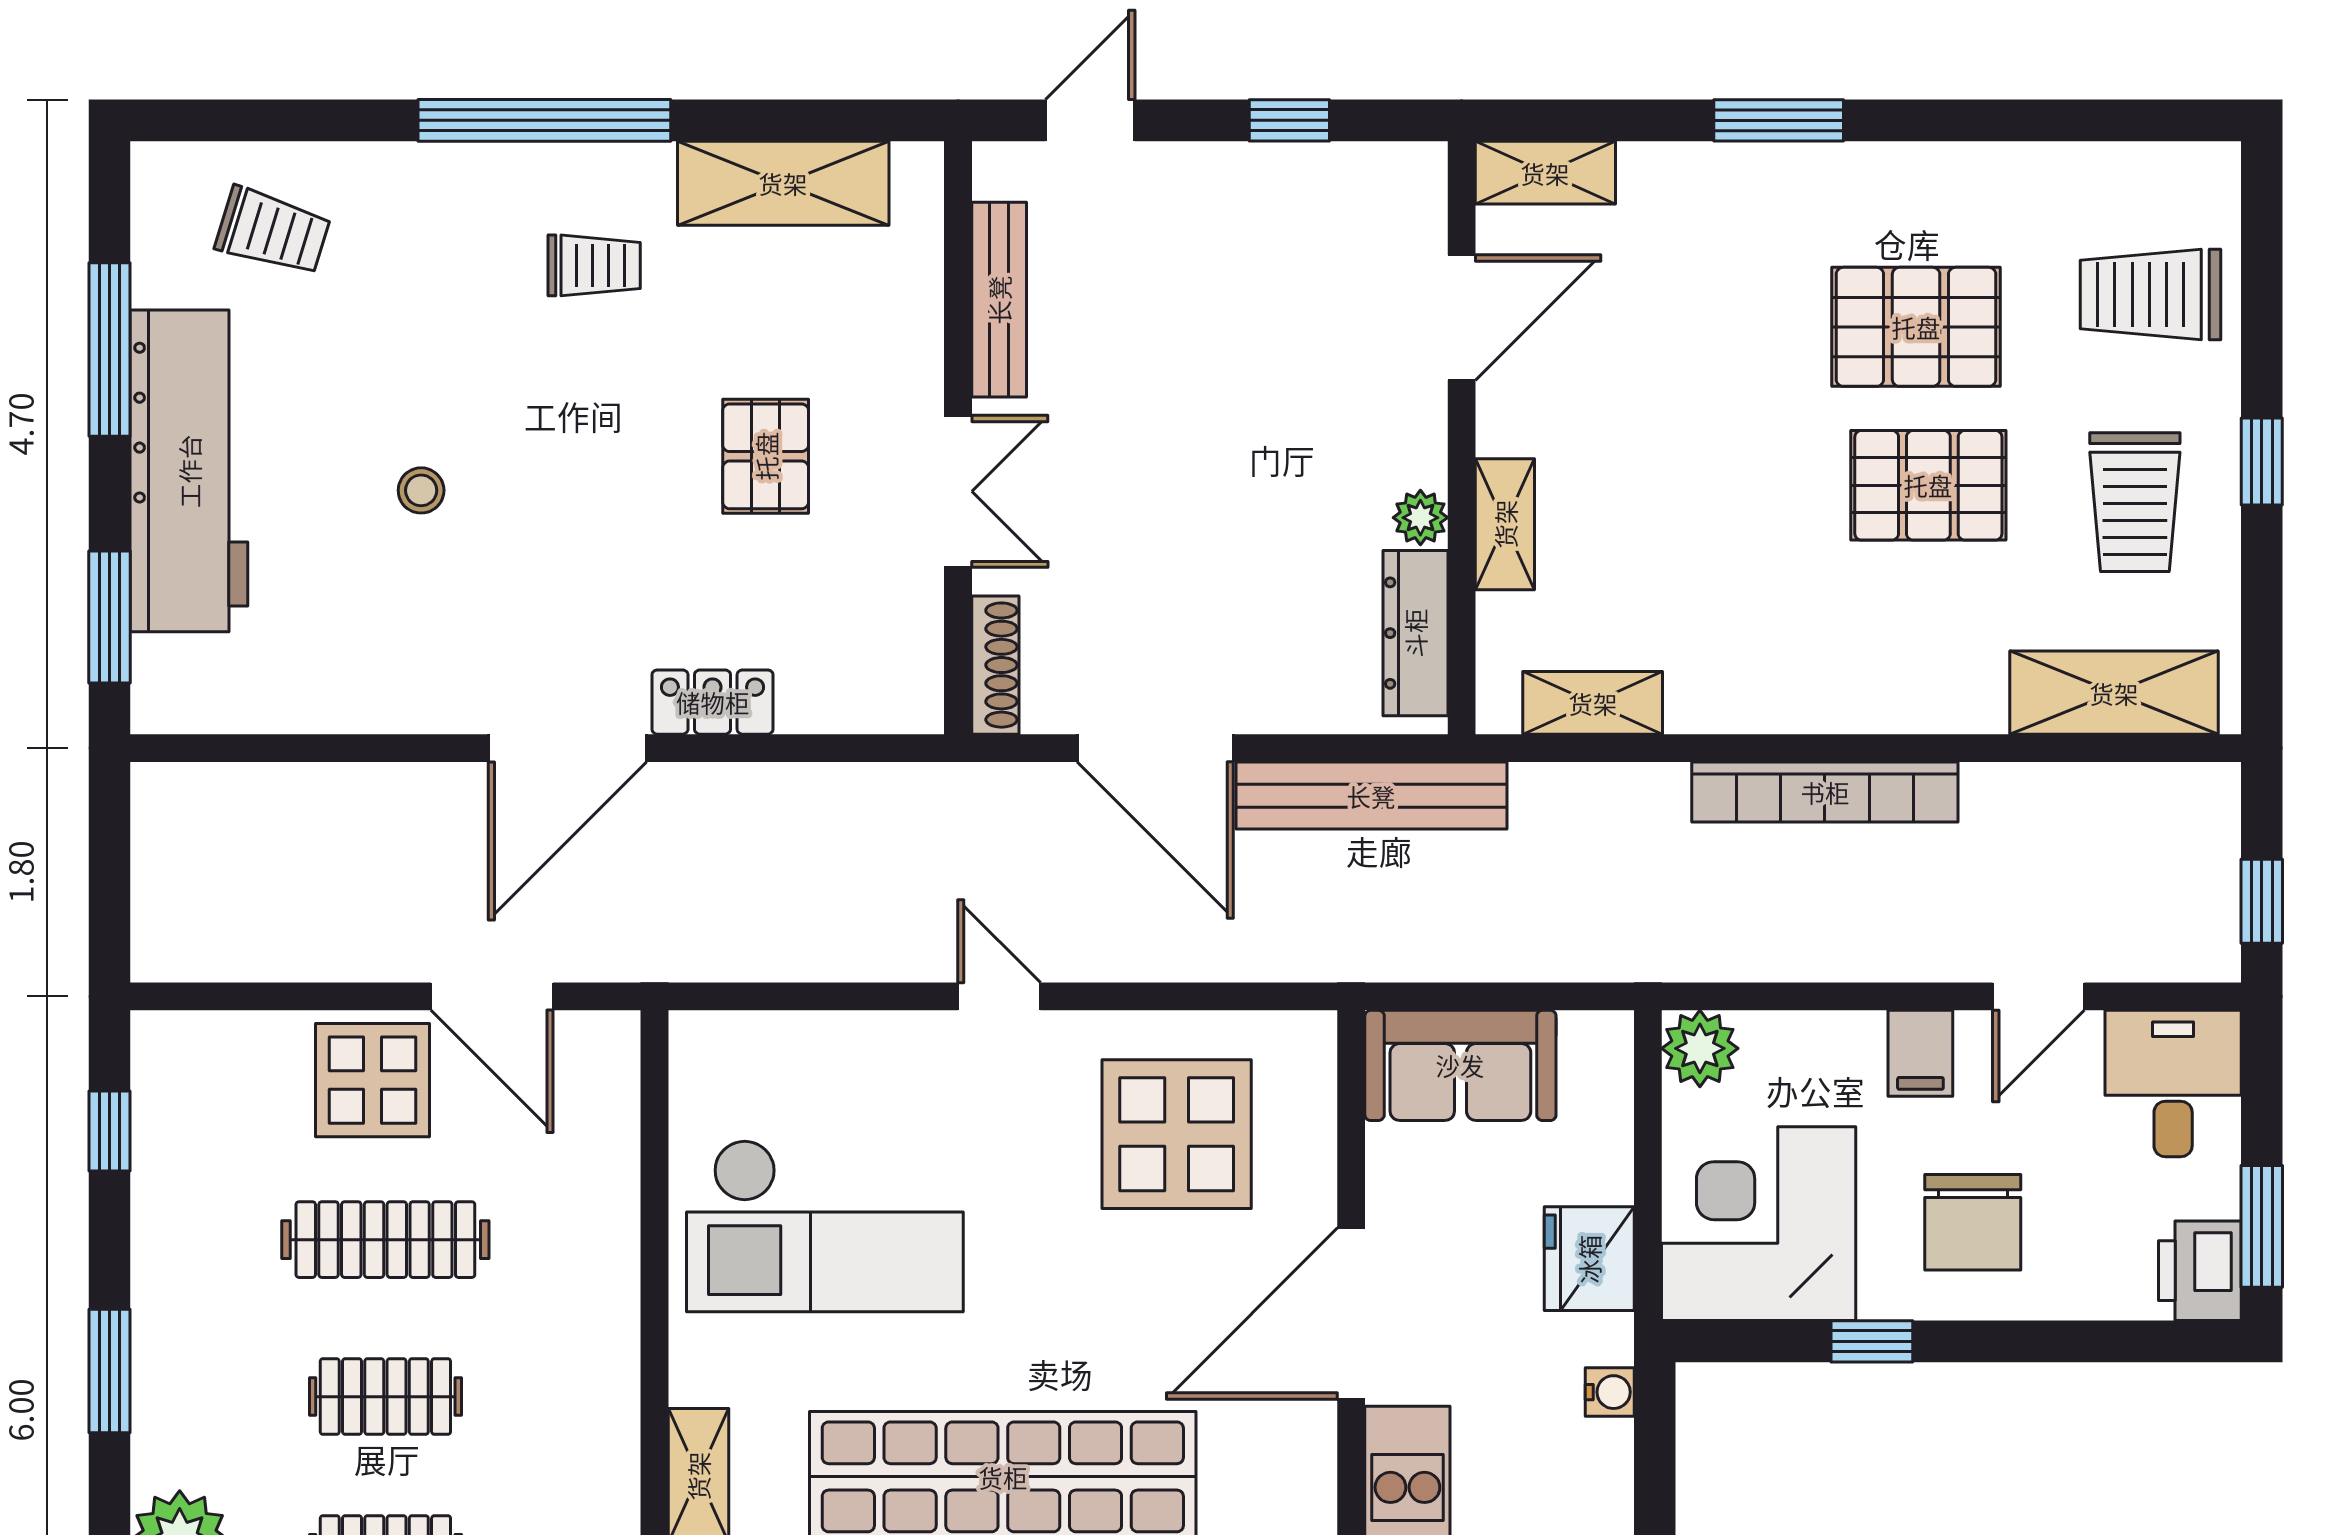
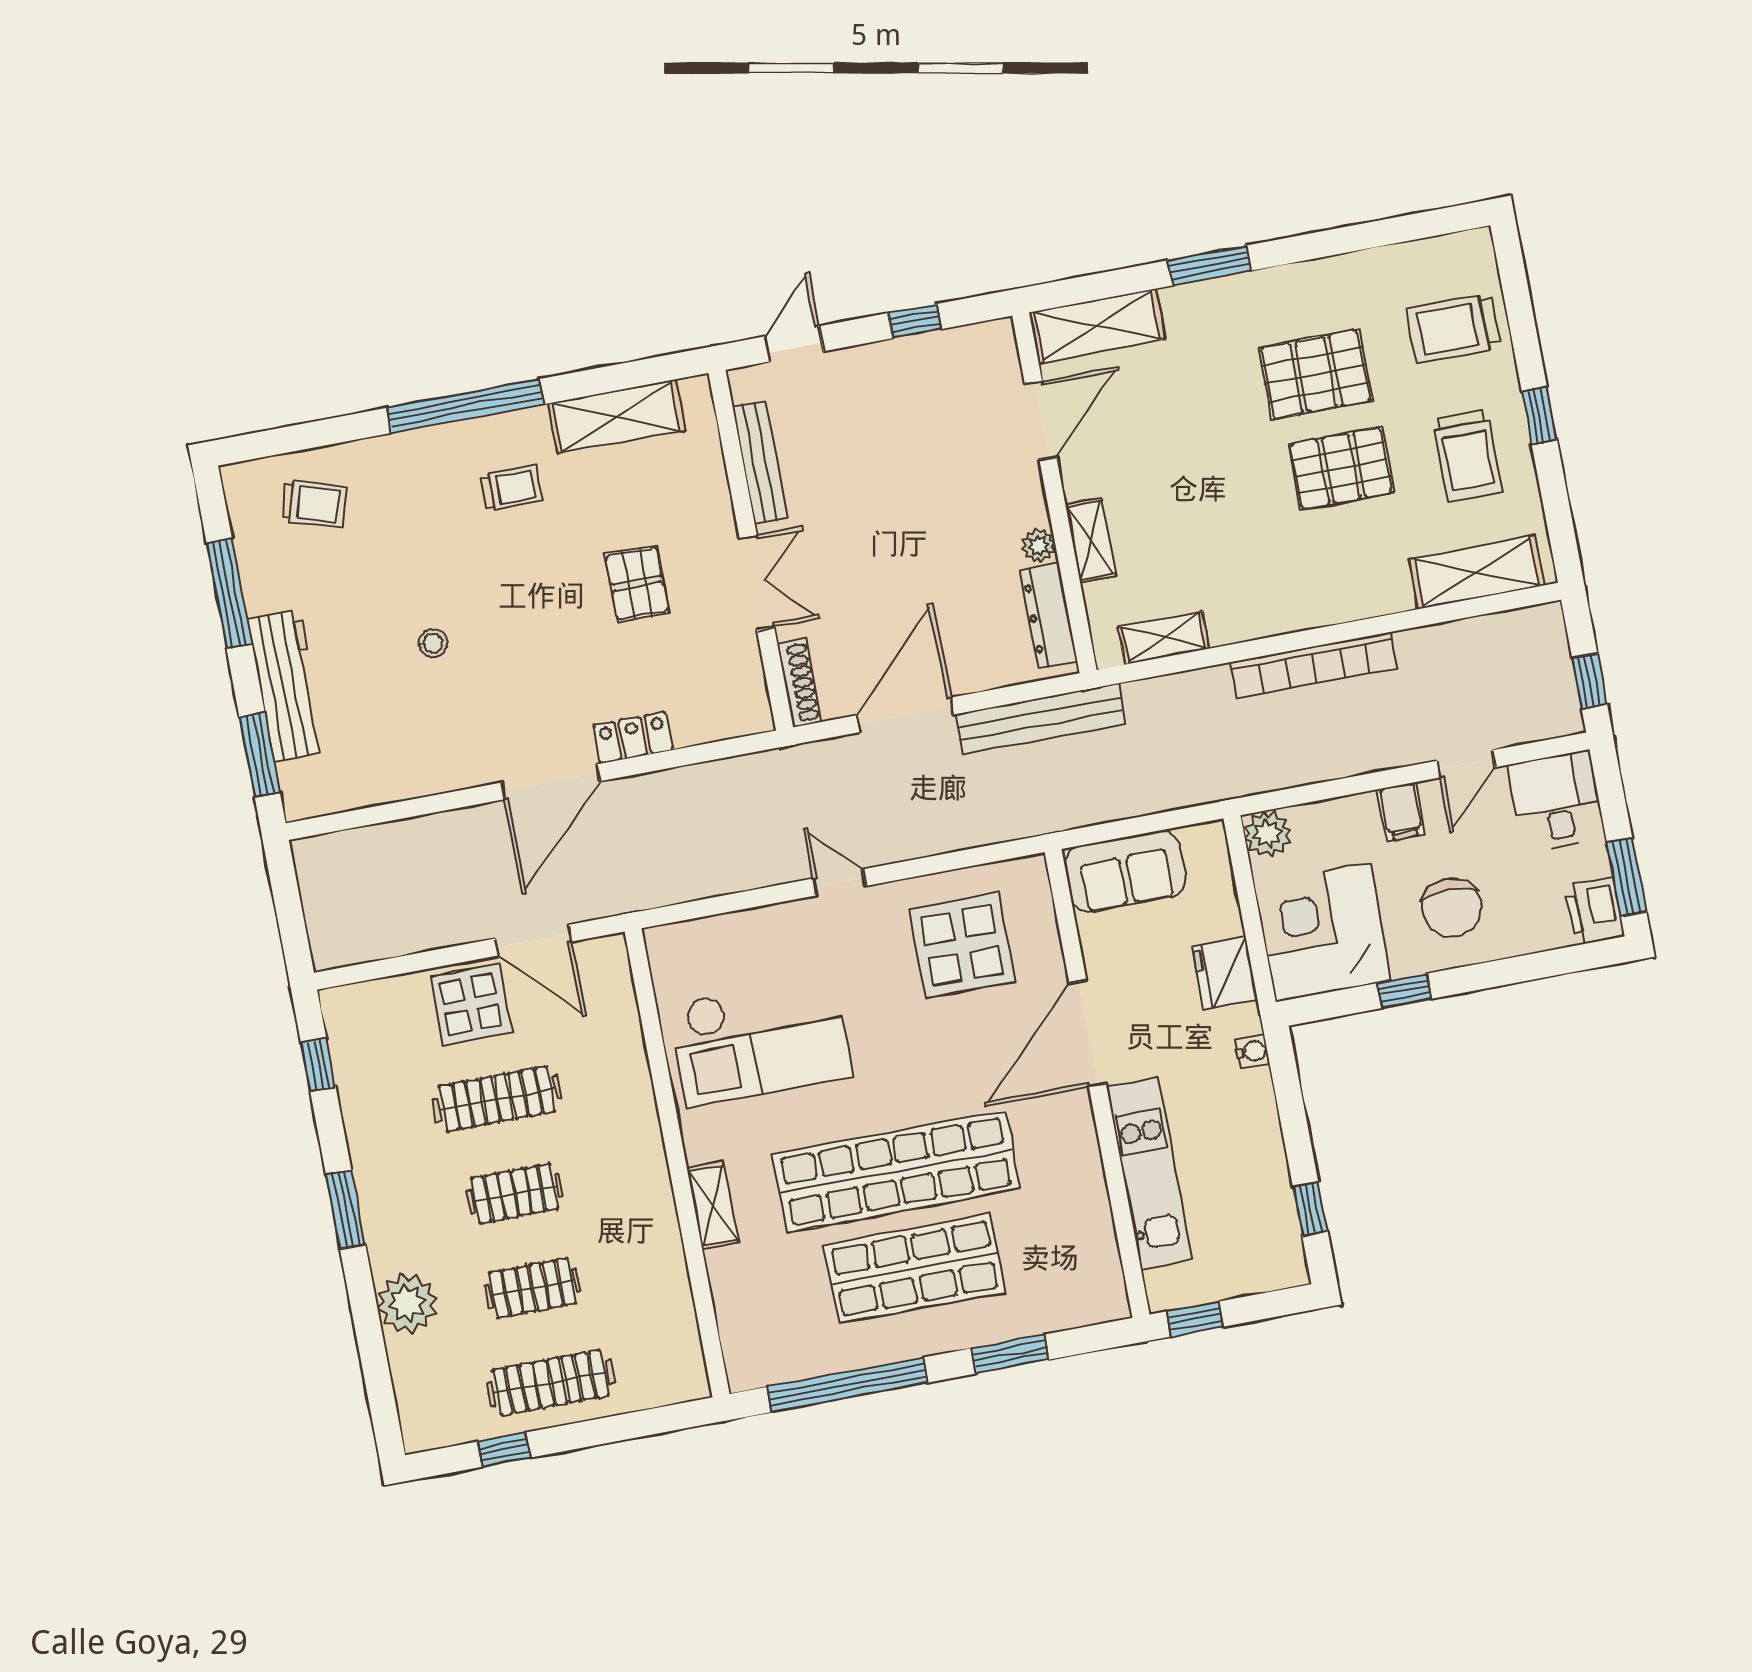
shelving: (1545, 173) -> (1097, 326), width x1.50, depth x1.33
workbench: (189, 471) -> (287, 685), width x0.73, depth x0.76
door: (1155, 748) -> (905, 715), swing flipped

